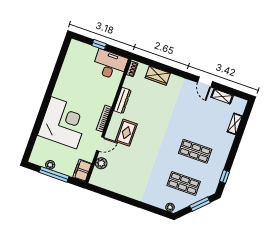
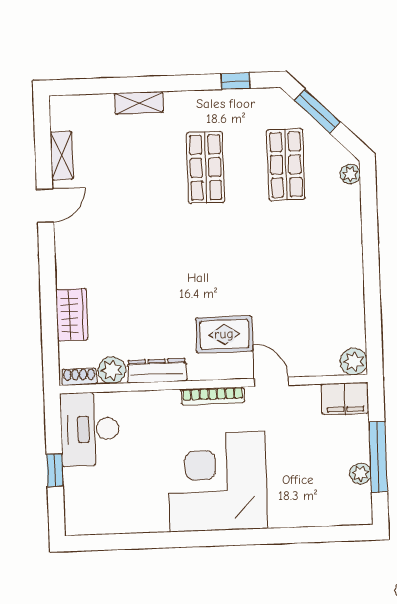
plant: (130, 83) -> (112, 370), added
corner desk: (64, 123) -> (217, 482), moved
shelving: (235, 124) -> (139, 103), moved
plant: (101, 163) -> (354, 362), moved

